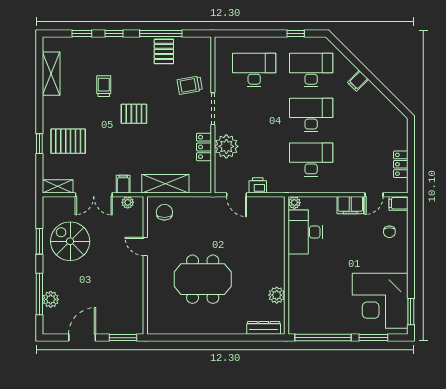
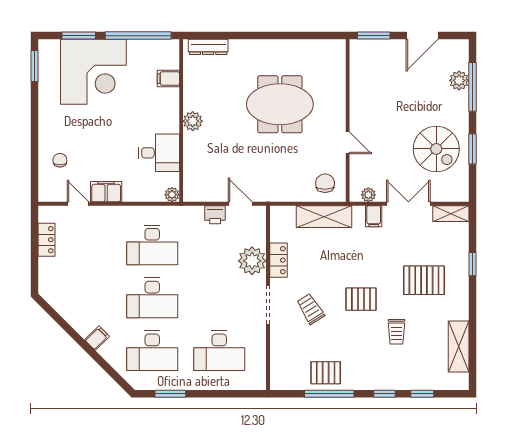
window: (296, 34) -> (170, 394), width x1.50
pallet: (164, 51) -> (326, 373), turned 90
trolley: (190, 85) -> (311, 309), moved, turned -112
pallet: (68, 141) -> (424, 280), moved
door: (374, 195) -> (78, 204), hinge flipped
filing cabinet: (398, 203) -> (168, 79), moved, turned 180
chair: (164, 212) -> (325, 183), turned 180
desk: (305, 232) -> (159, 153), width x0.73
plant: (277, 295) -> (193, 121), moved
corner desk: (380, 301) -> (93, 72), moved, turned 90

